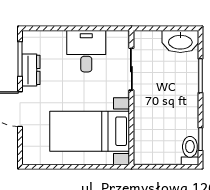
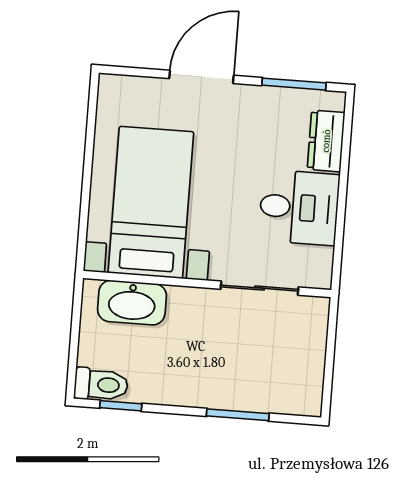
washbasin: (180, 42) -> (132, 303), moved, turned -90
dresser: (31, 70) -> (326, 141), moved, turned 90

